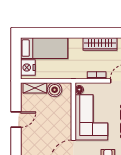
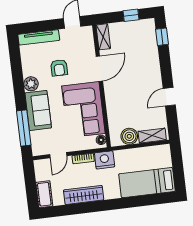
nightstand: (28, 67) -> (105, 160), moved, turned -90

